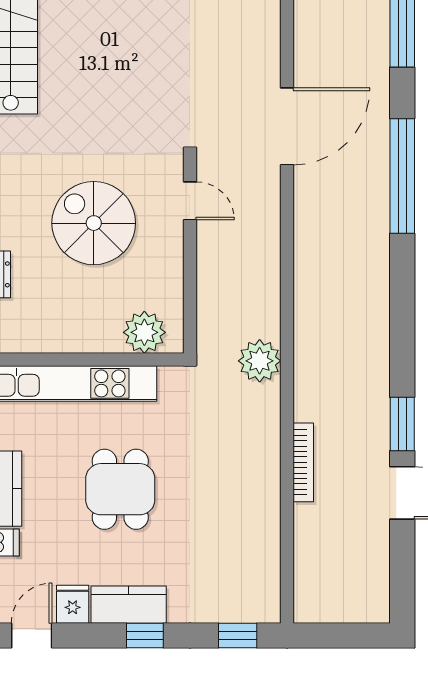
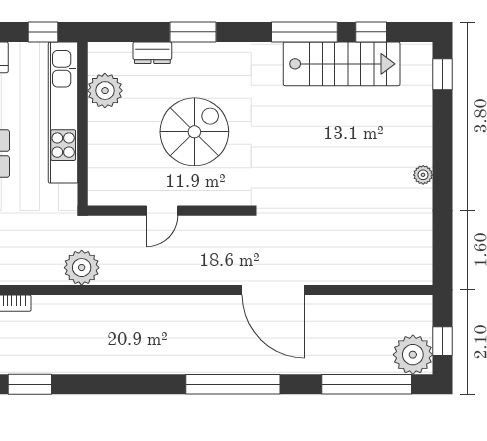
door: (190, 201) -> (162, 211), moved
plant: (144, 332) -> (105, 91), moved

